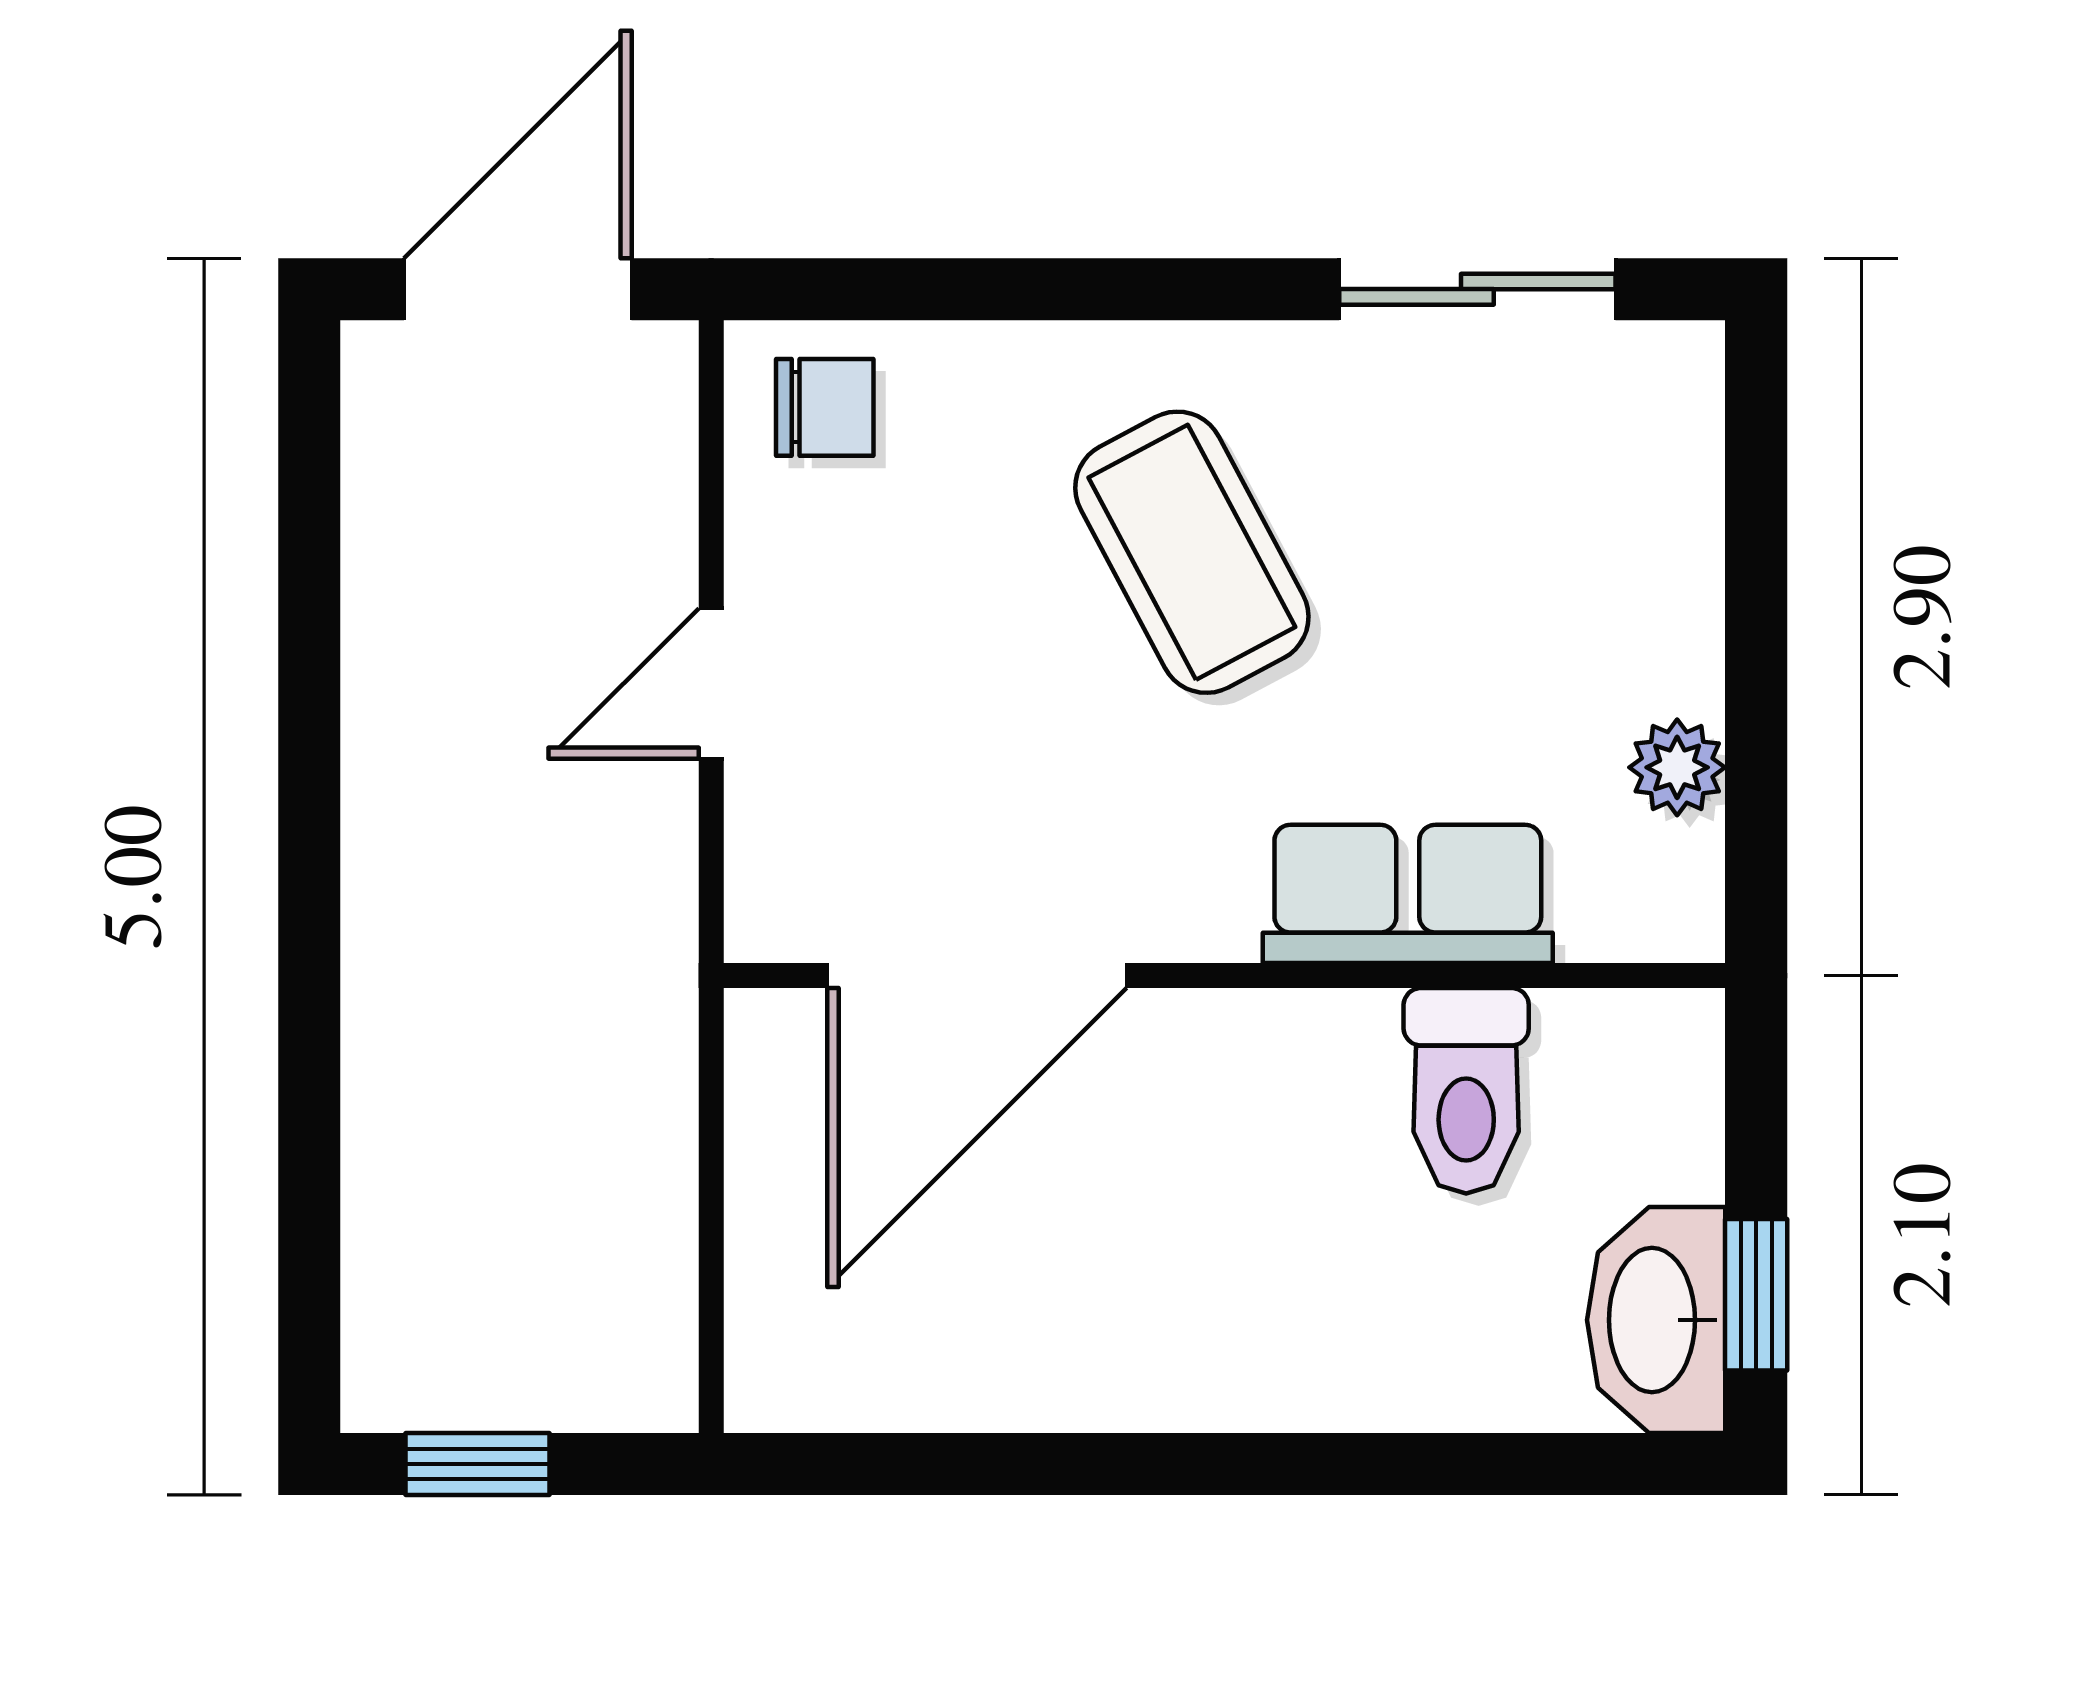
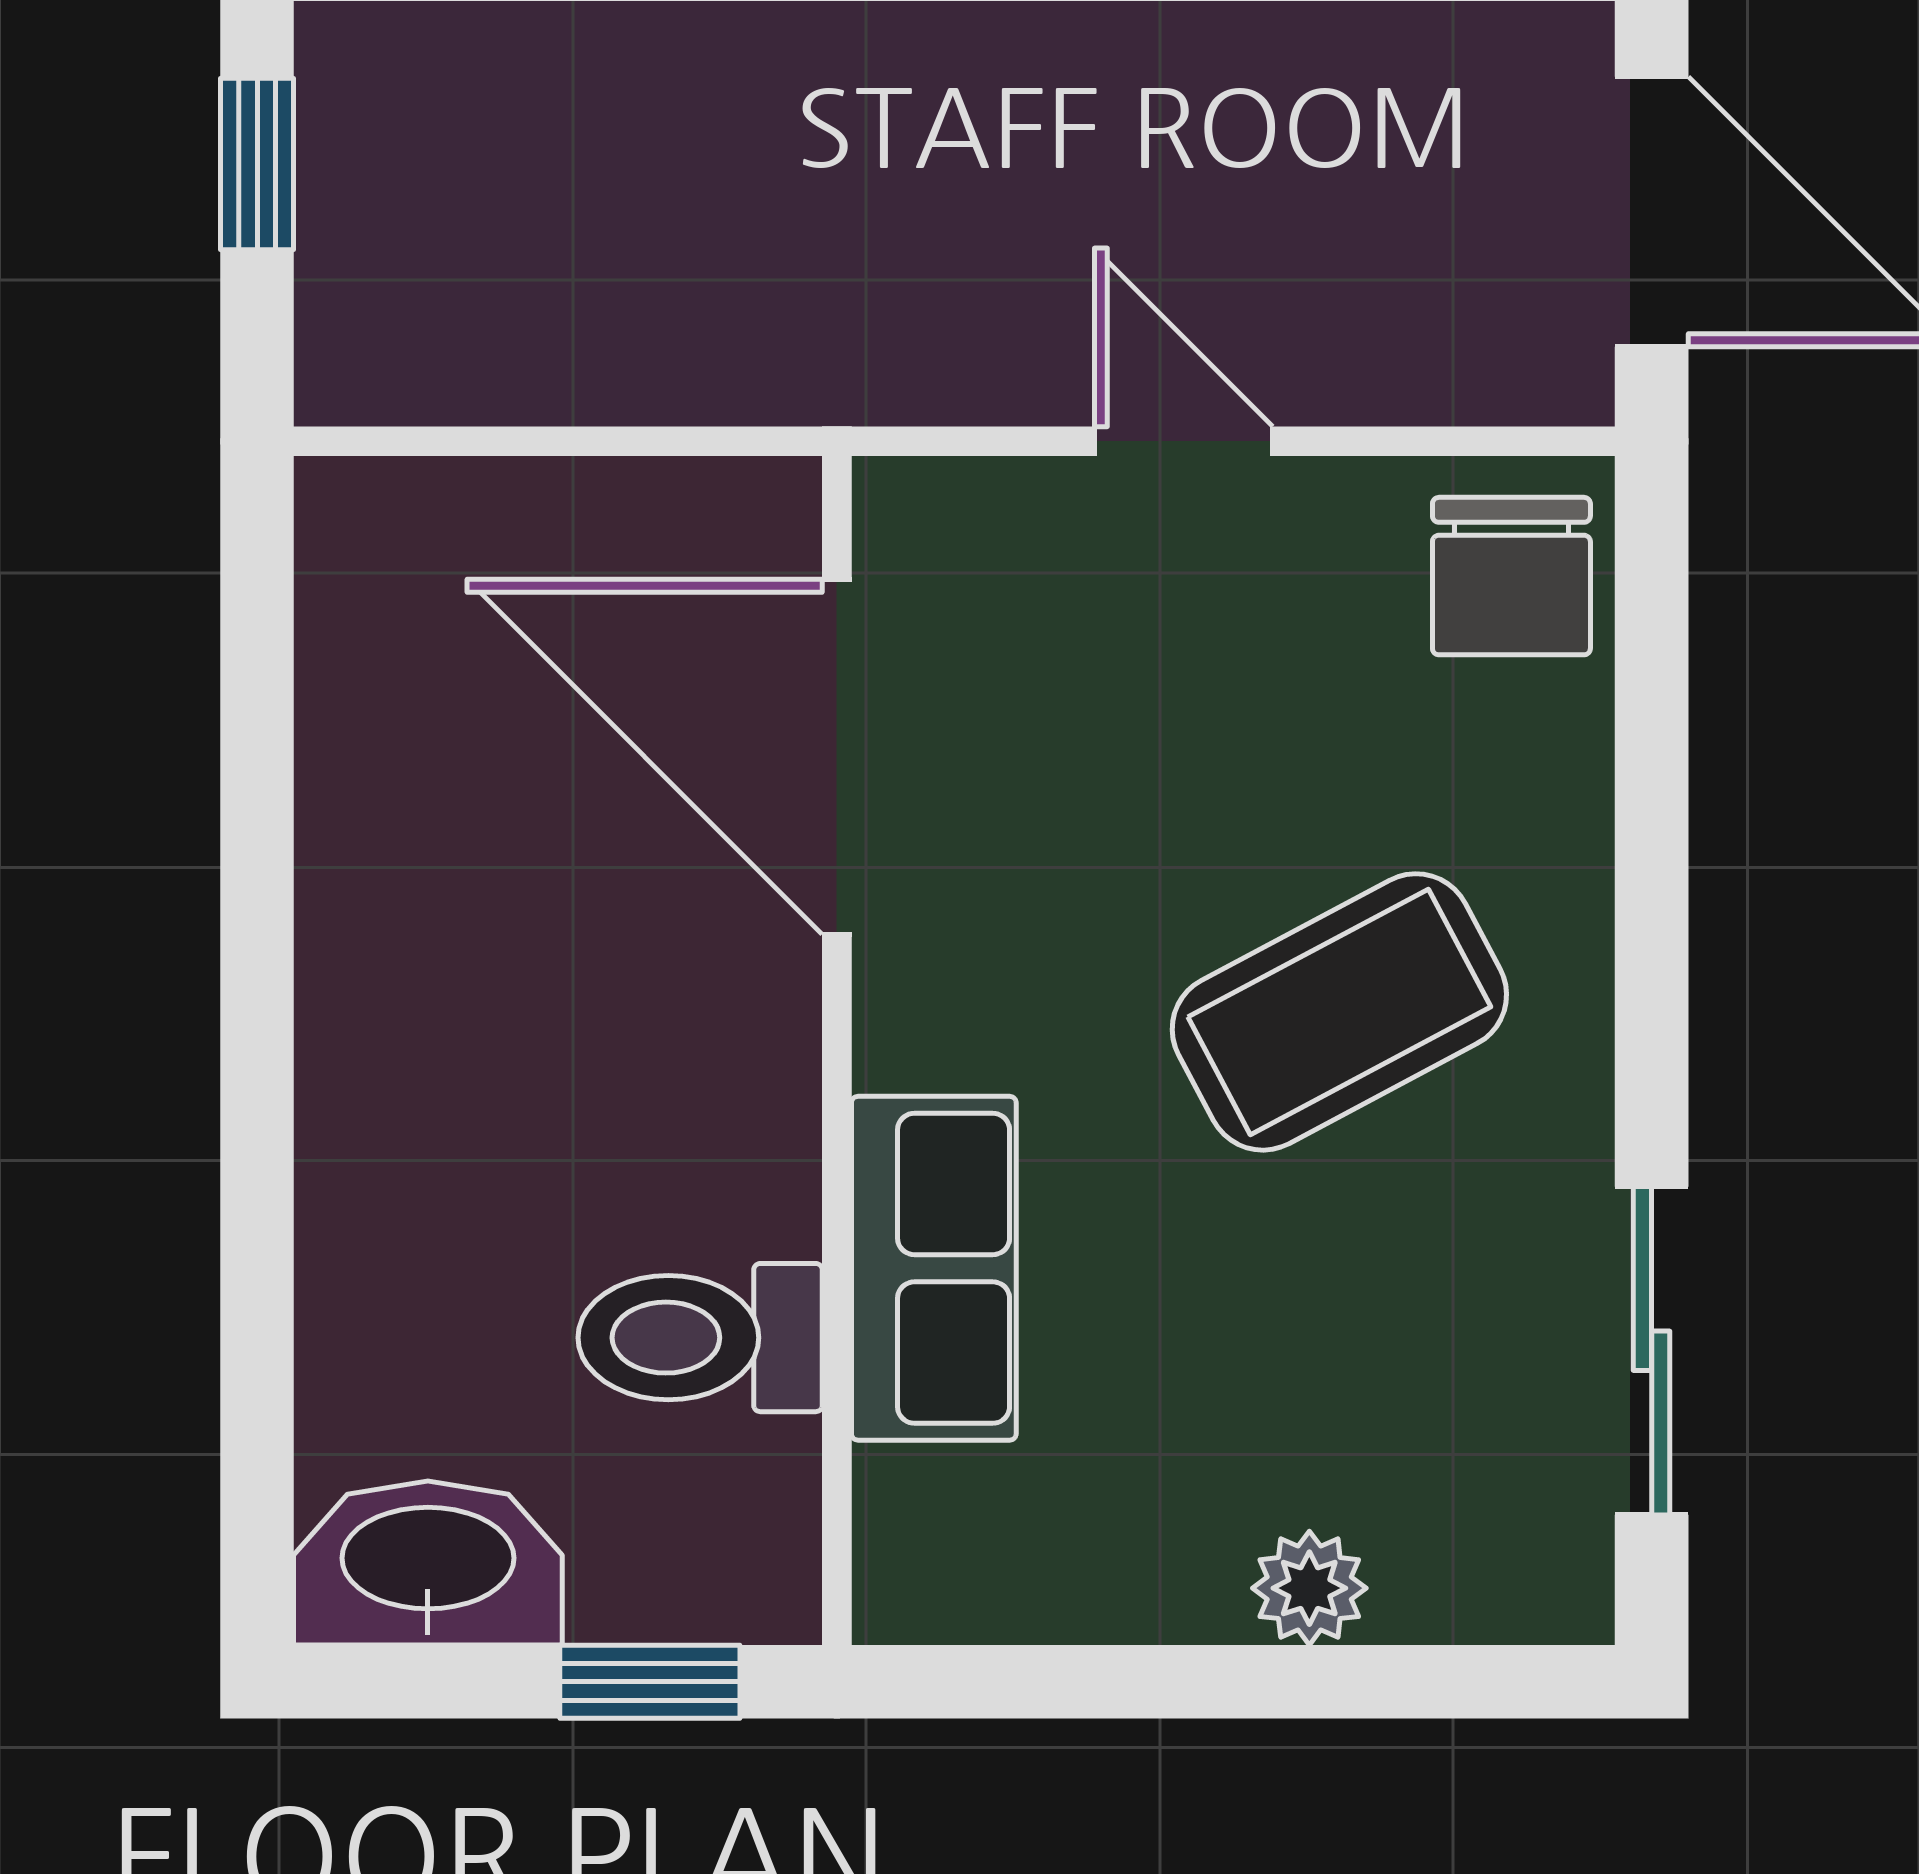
chair: (825, 407) -> (1511, 576), width x1.37, depth x1.37
plant: (1677, 767) -> (1309, 1588), moved
window: (1756, 1295) -> (650, 1682), moved

